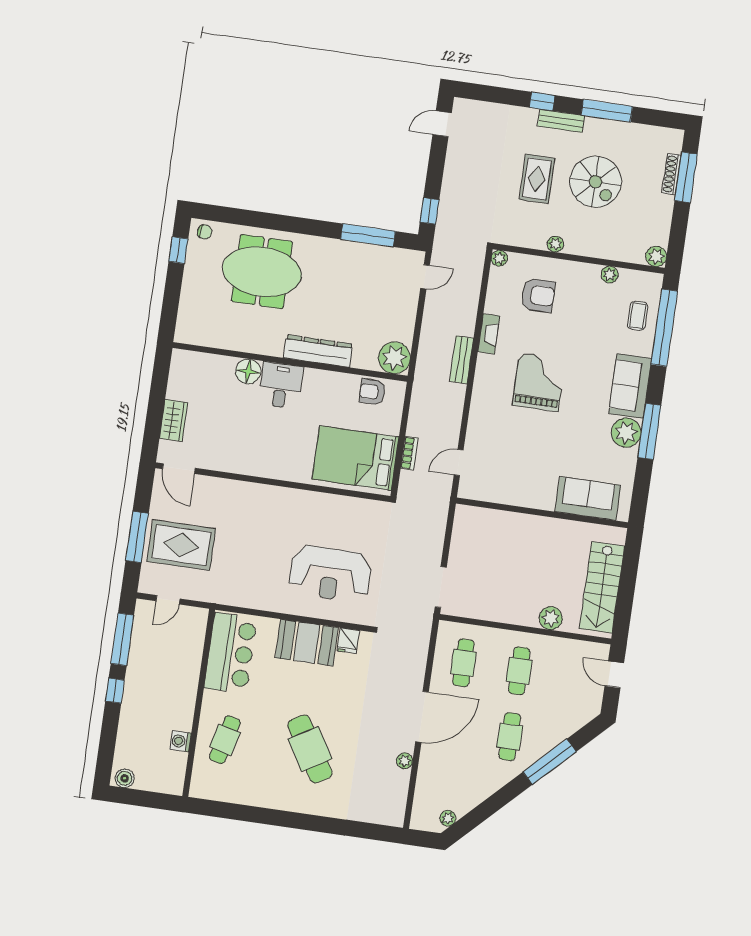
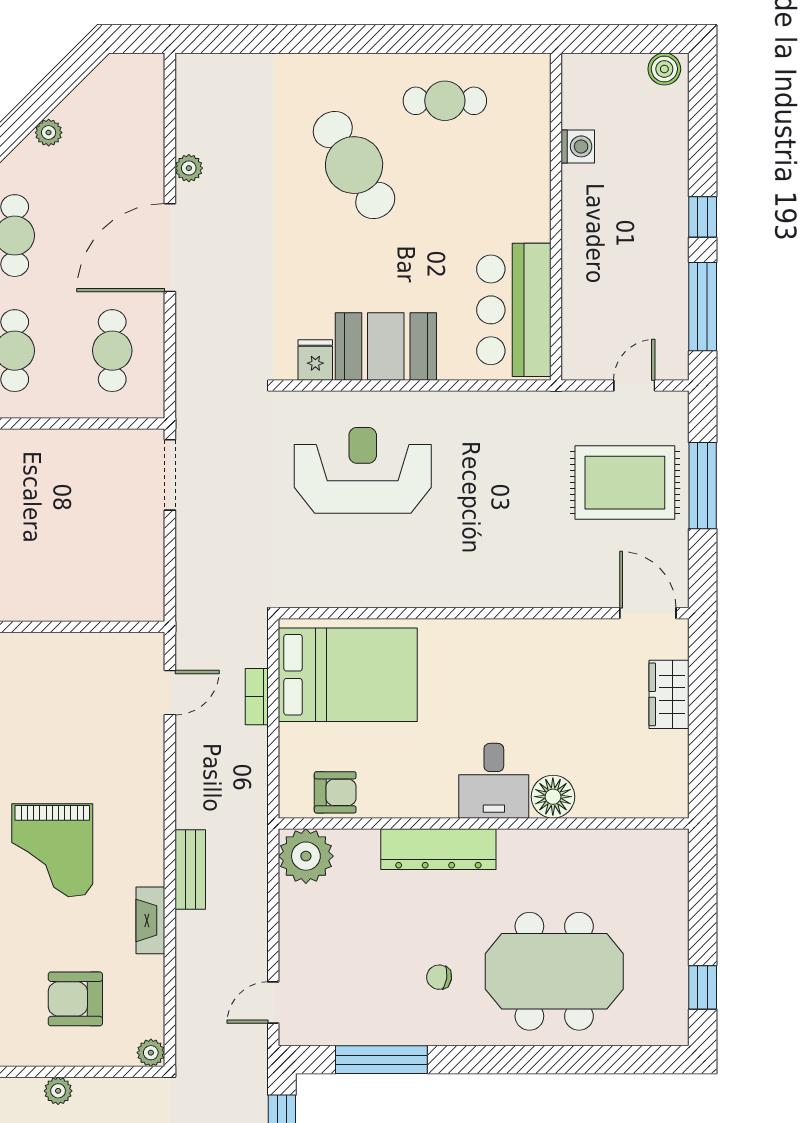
chair: (205, 232) -> (439, 977), moved
cafe table: (225, 740) -> (445, 101), moved, turned 76
plant: (448, 818) -> (49, 133), moved

